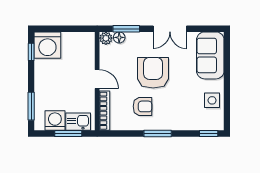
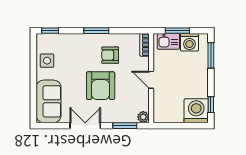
floor lamp: (119, 37) -> (131, 118), removed
bookcase: (105, 111) -> (144, 45), width x0.64

